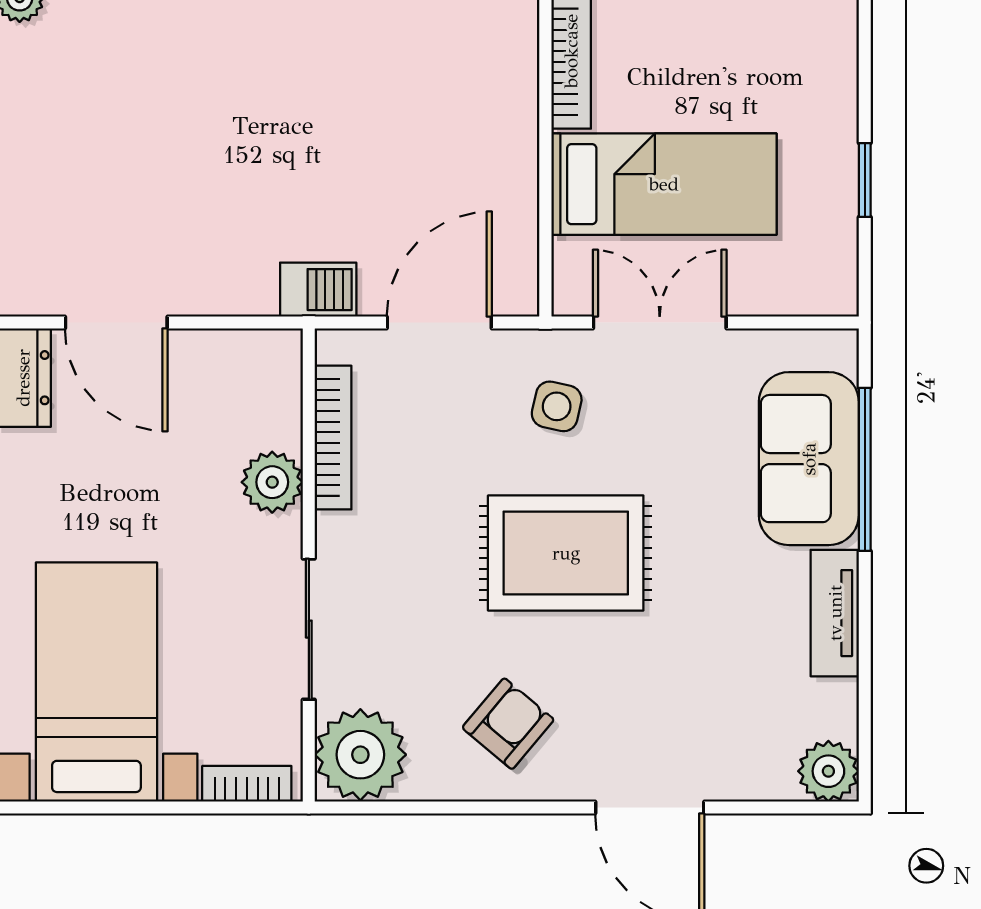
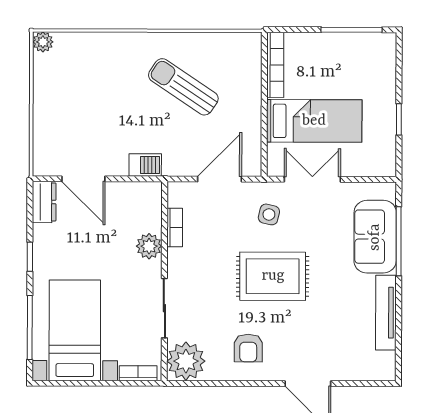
sun lounger: (353, 104) -> (183, 87), added
barbecue: (318, 290) -> (145, 165), moved
bookcase: (333, 438) -> (175, 227), width x0.64
tv unit: (835, 613) -> (386, 313), width x1.41
armchair: (508, 724) -> (248, 348), turned 140
plant: (828, 771) -> (383, 368), removed

